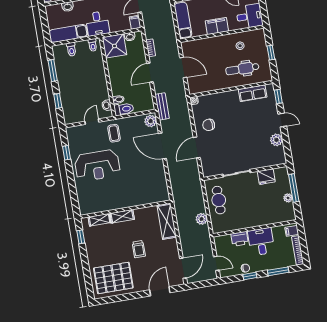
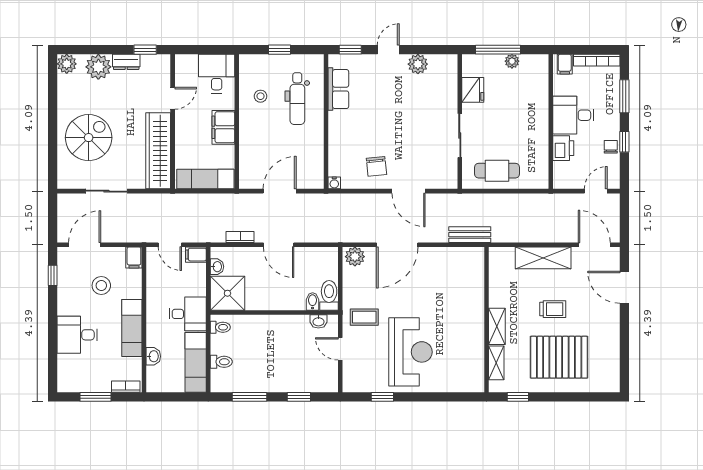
bench: (162, 106) -> (470, 235), moved
plant: (202, 219) -> (522, 203), removed
shelving: (167, 221) -> (543, 258), moved
pallet: (113, 278) -> (559, 357), moved, turned 90

